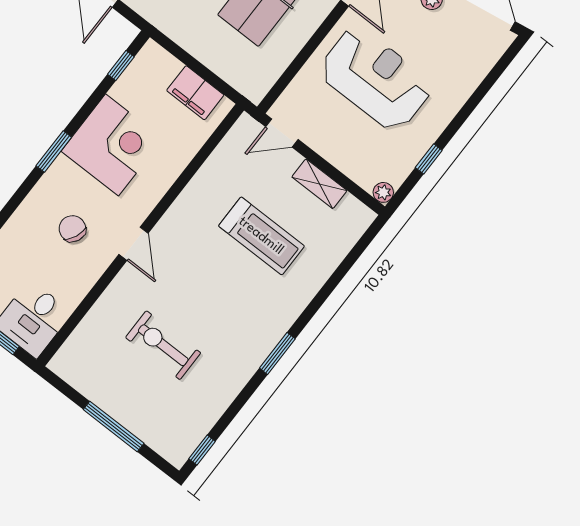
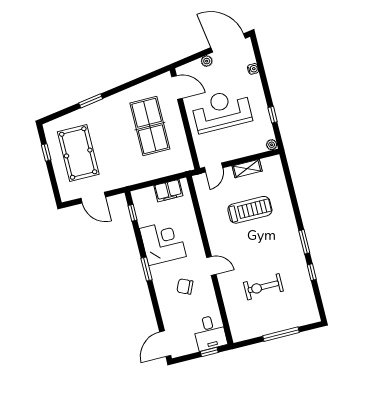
water cooler: (474, 77) -> (253, 69), added
window: (202, 450) -> (312, 272), moved

